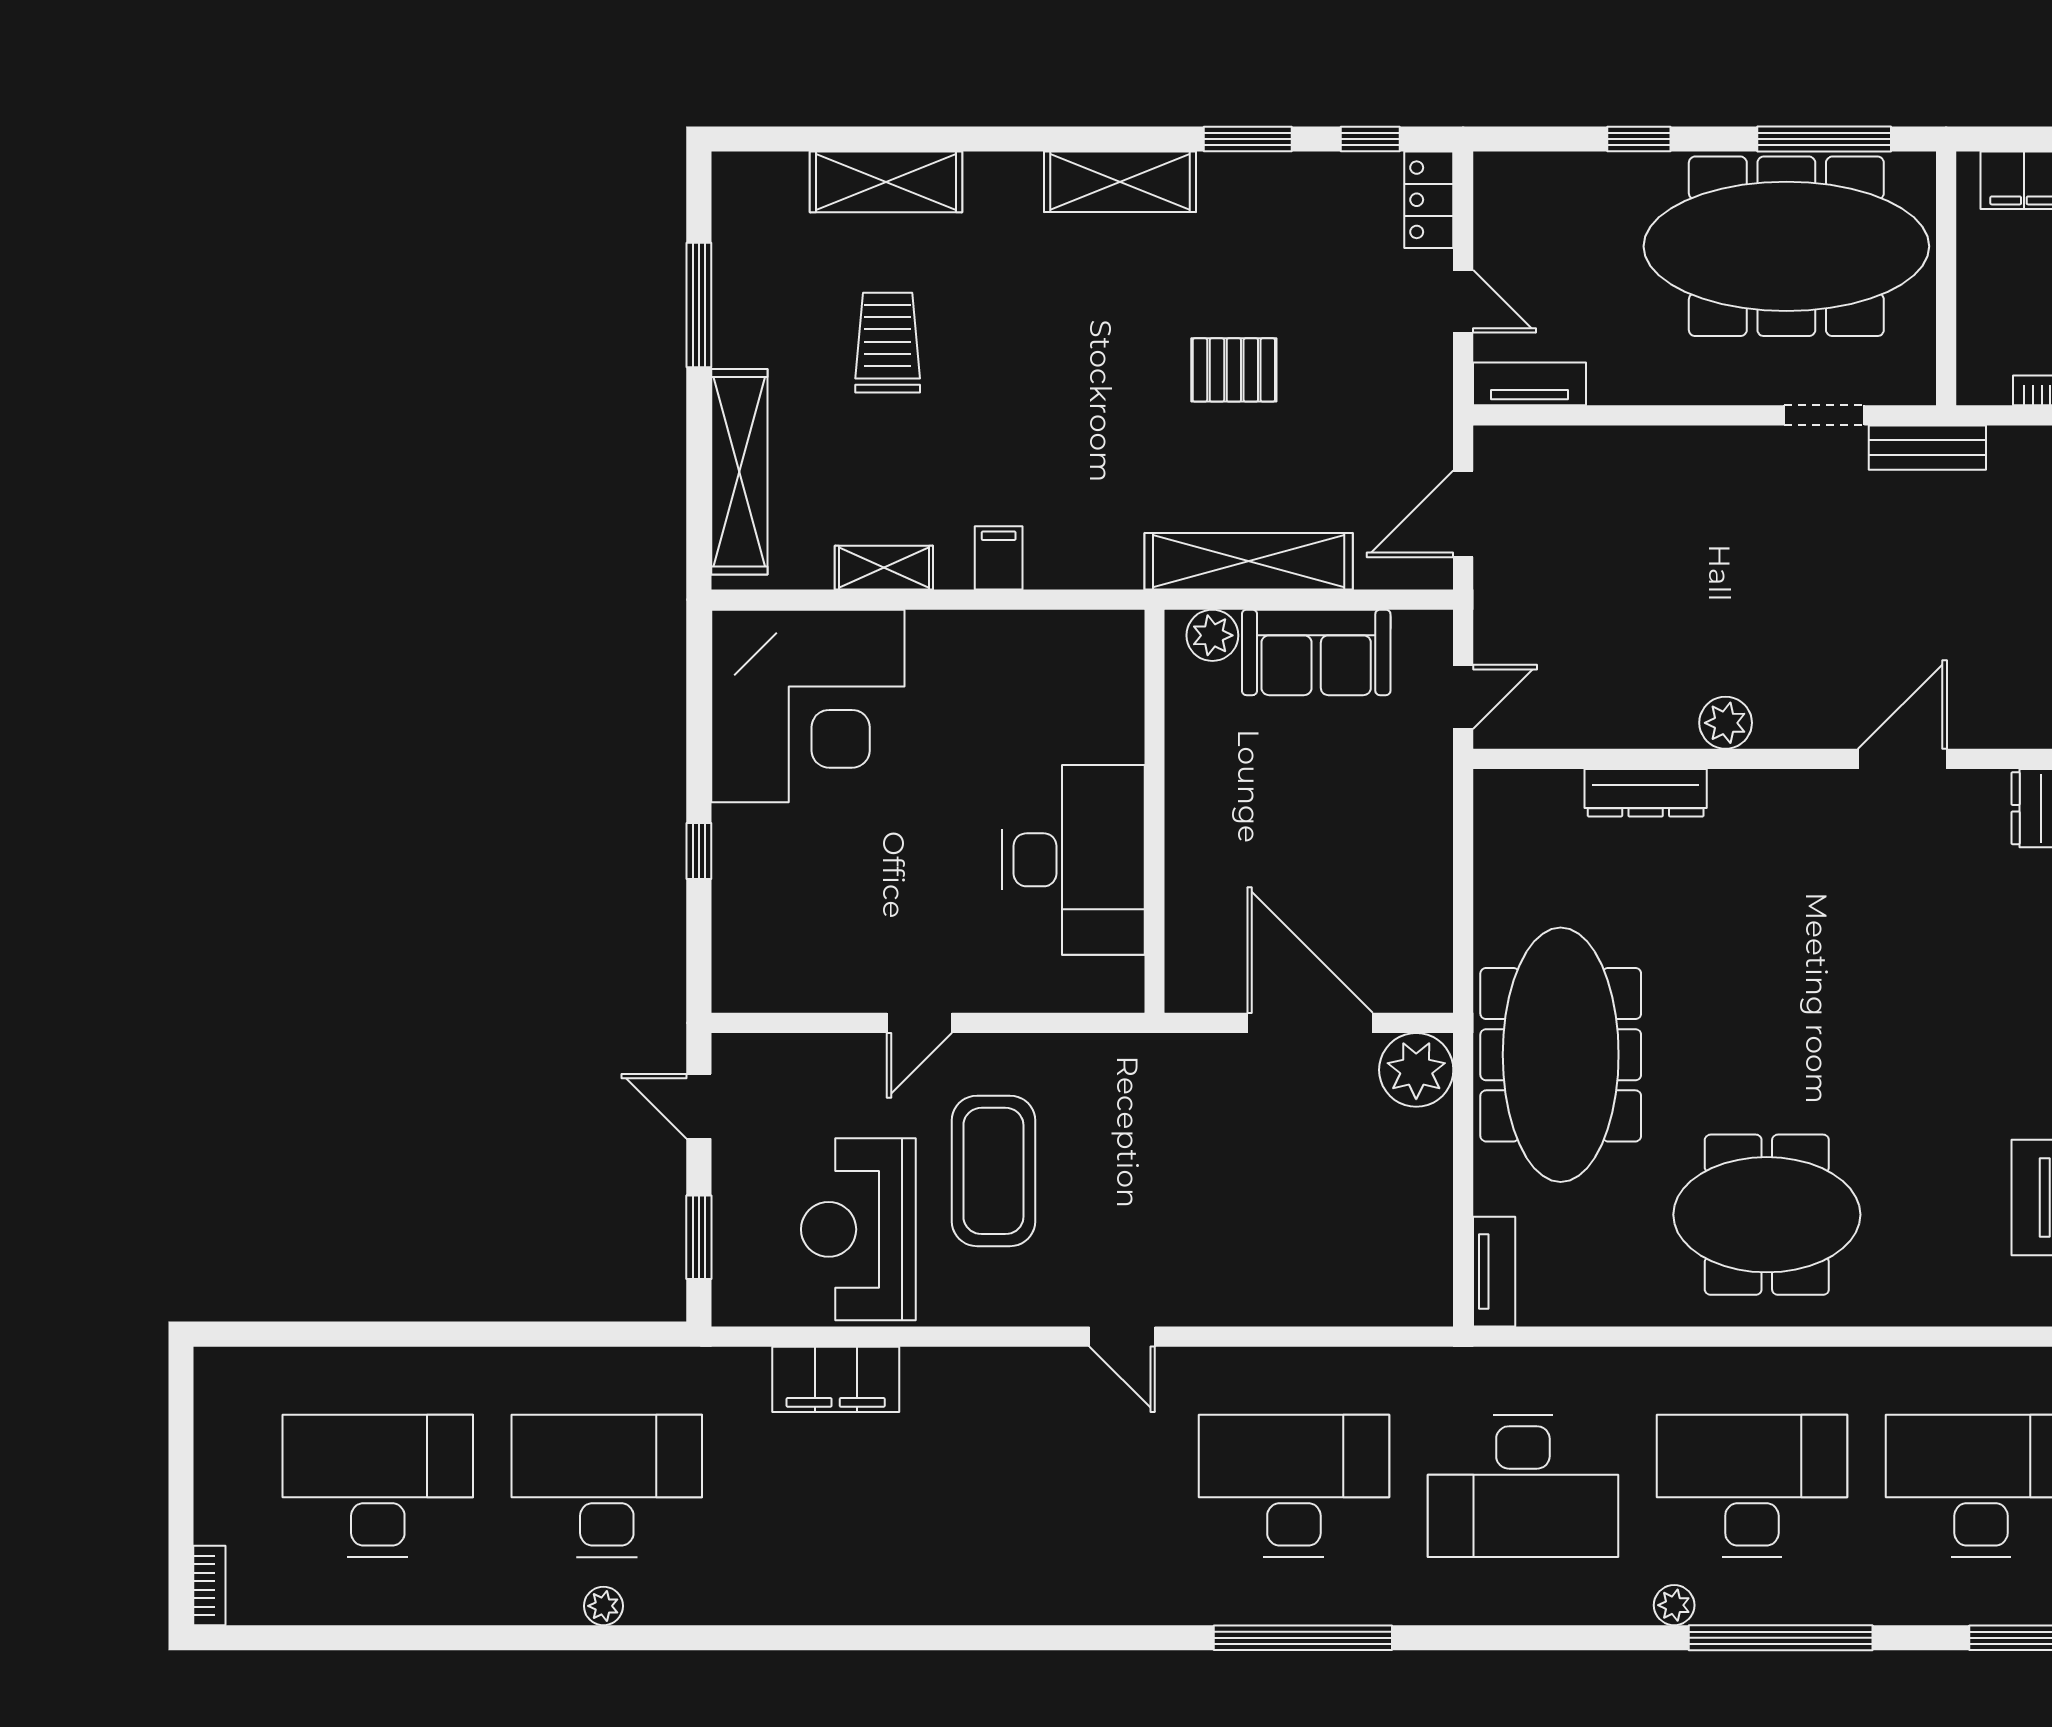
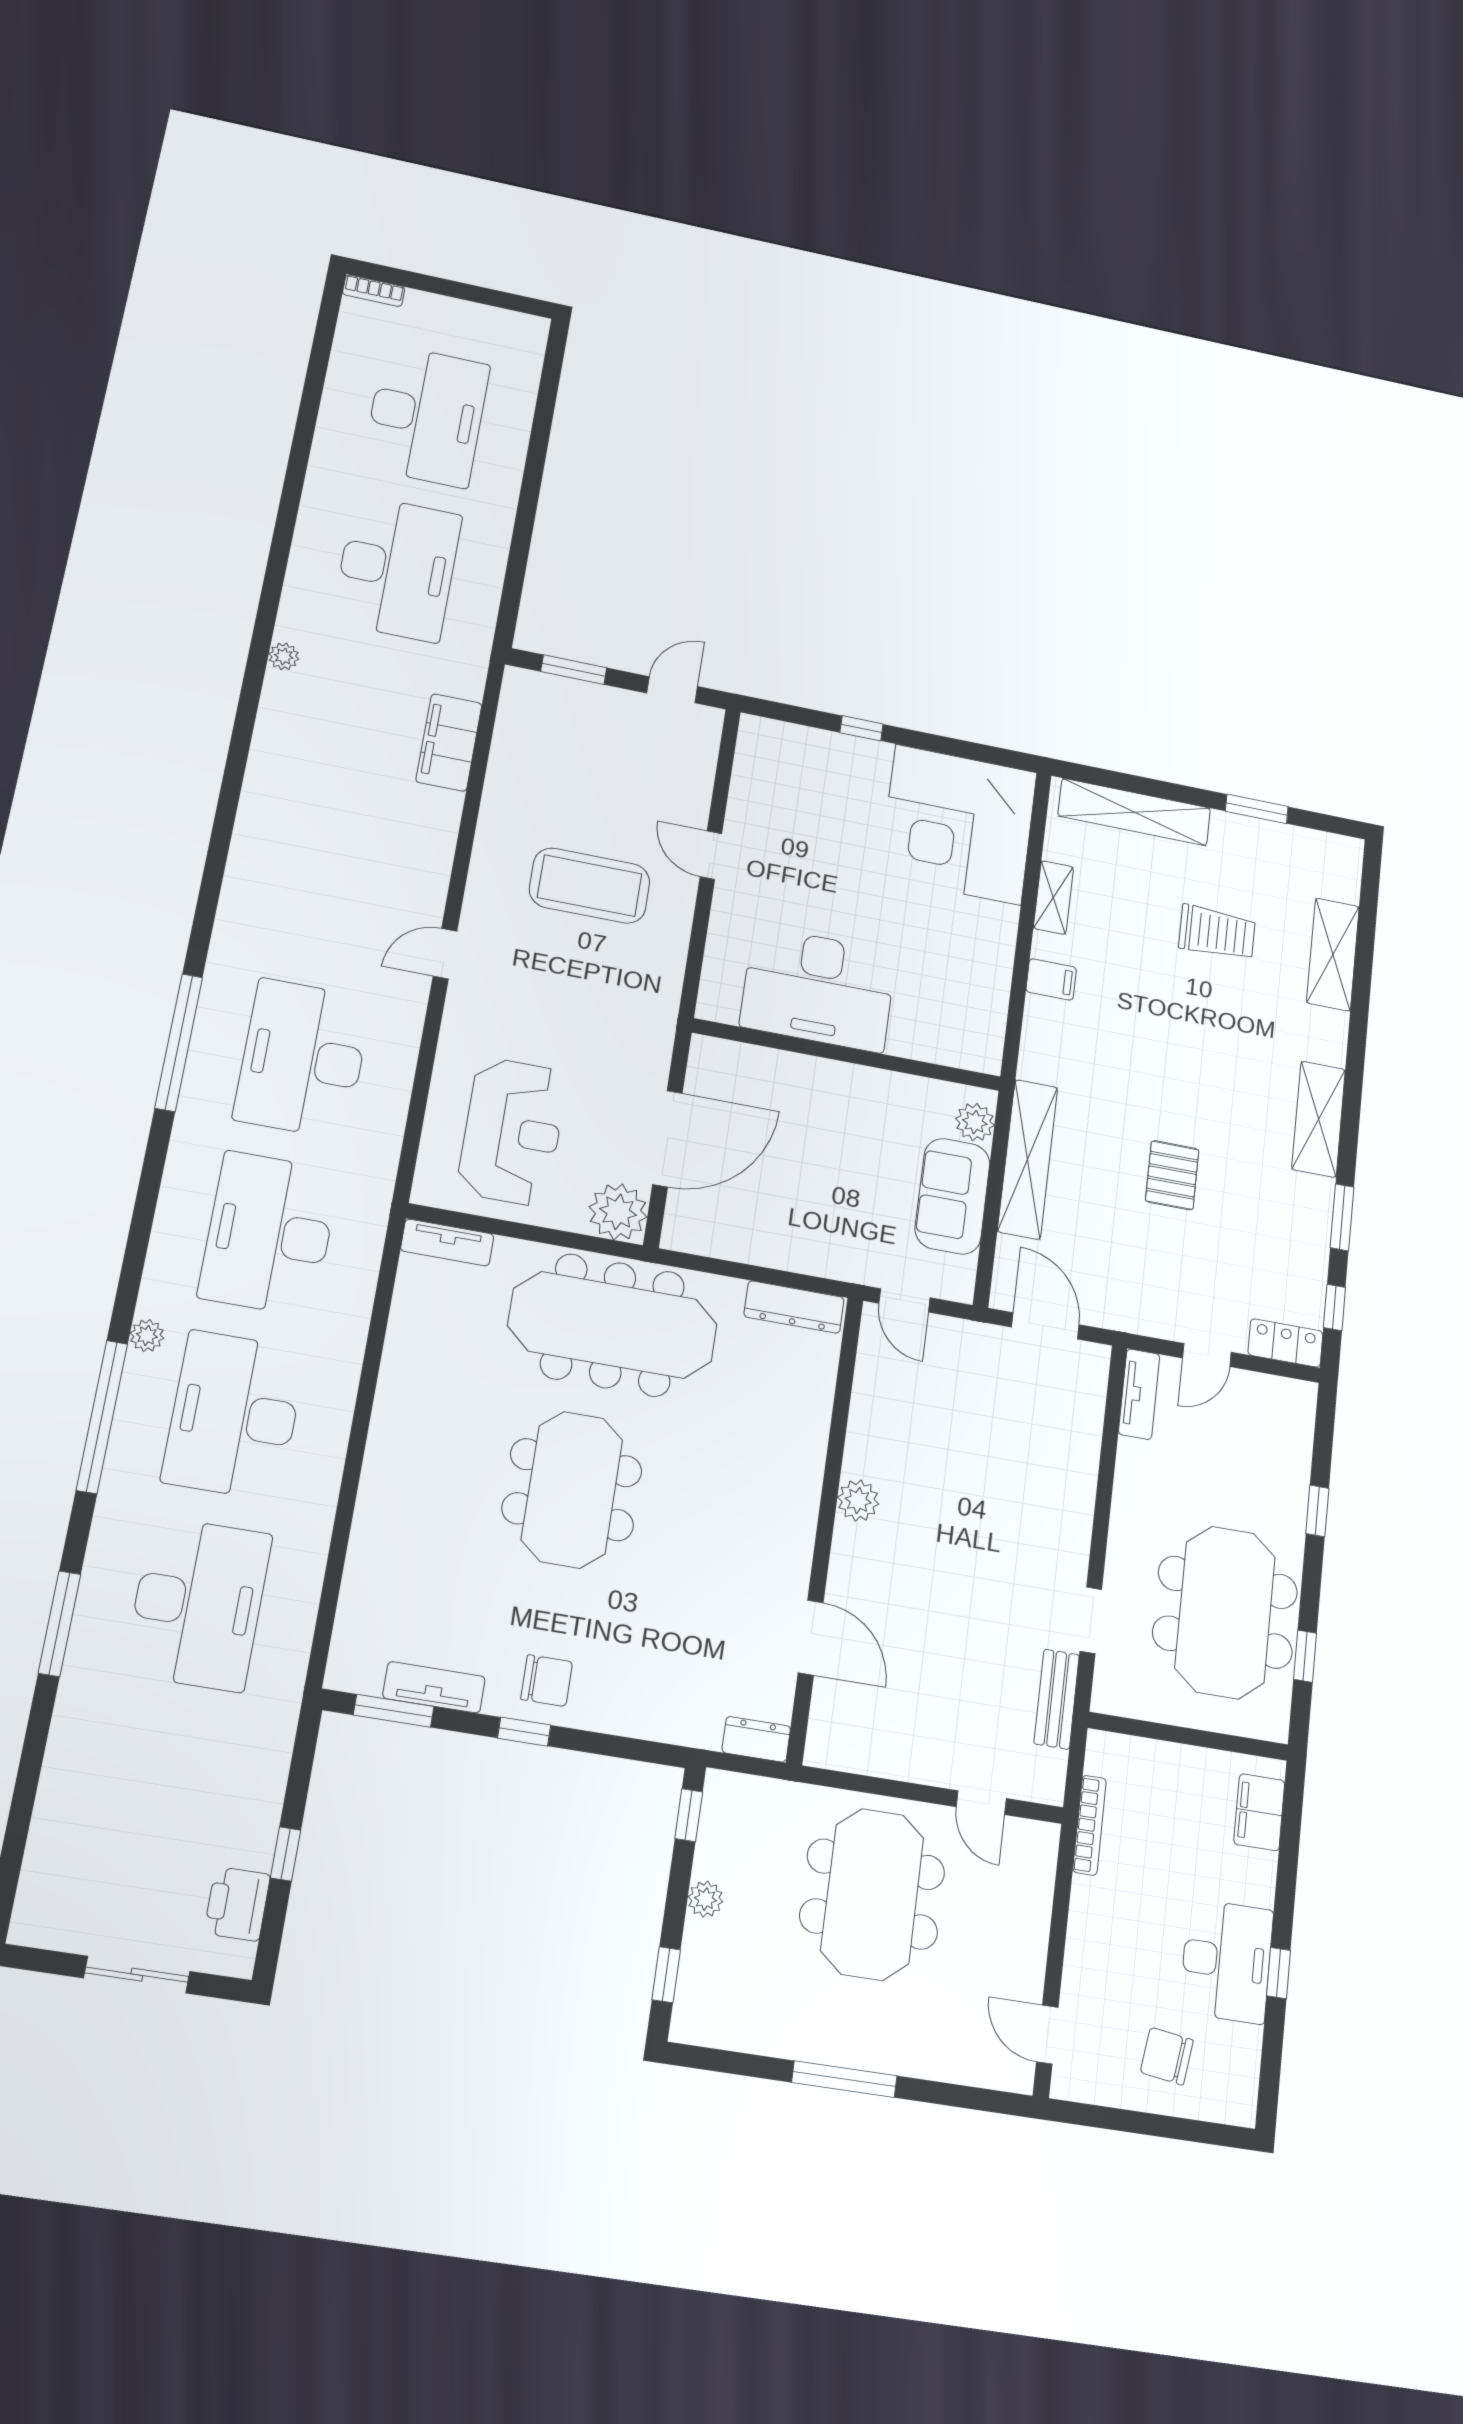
window: (1824, 139) -> (1305, 1656), width x0.46
meeting table: (1786, 246) -> (1225, 1612), width x0.73
window: (699, 305) -> (1257, 809), width x0.69
dresser: (1646, 793) -> (794, 1307), moved, turned -90
chair: (2005, 1067) -> (547, 1681), added
meeting table: (1767, 1215) -> (572, 1490), moved
reception desk: (858, 1229) -> (512, 1132), moved, turned 90
desk: (1294, 1486) -> (303, 1059), turned 180
desk: (1752, 1486) -> (234, 1415), turned 180
plant: (603, 1606) -> (284, 656), moved

